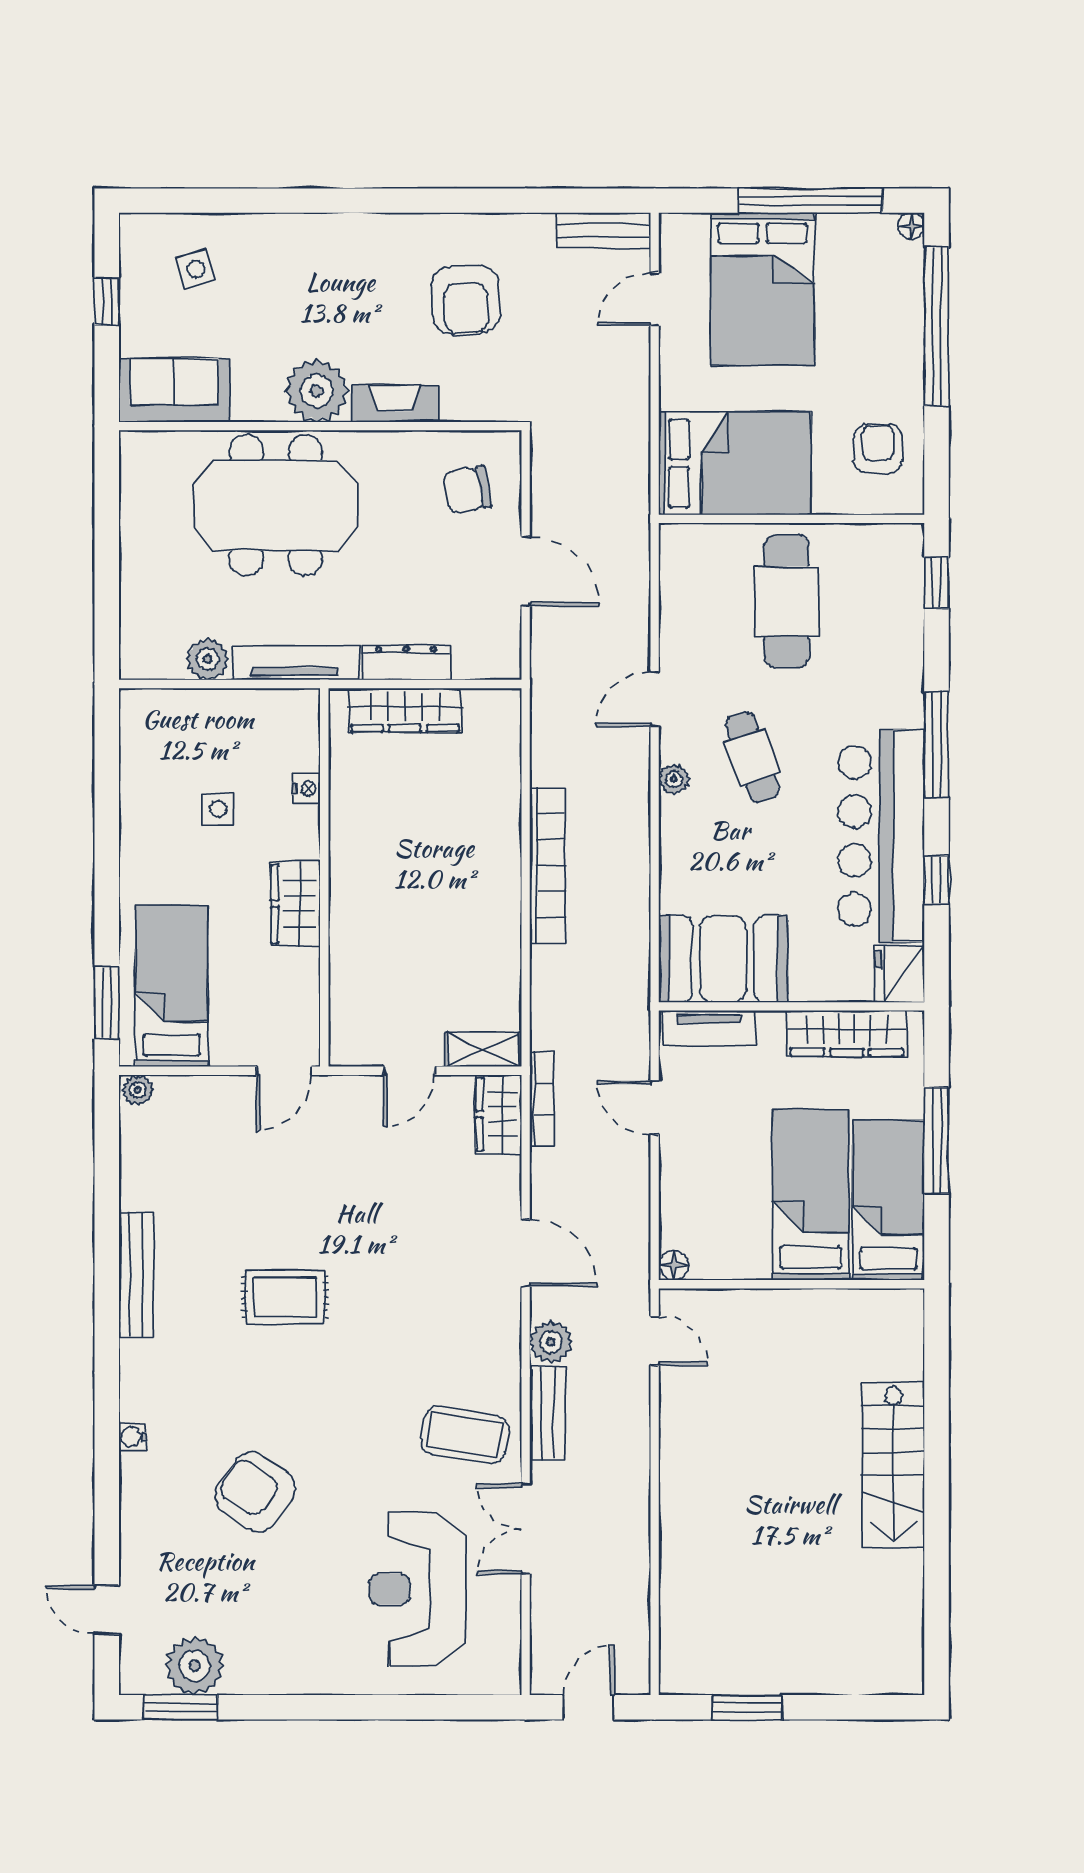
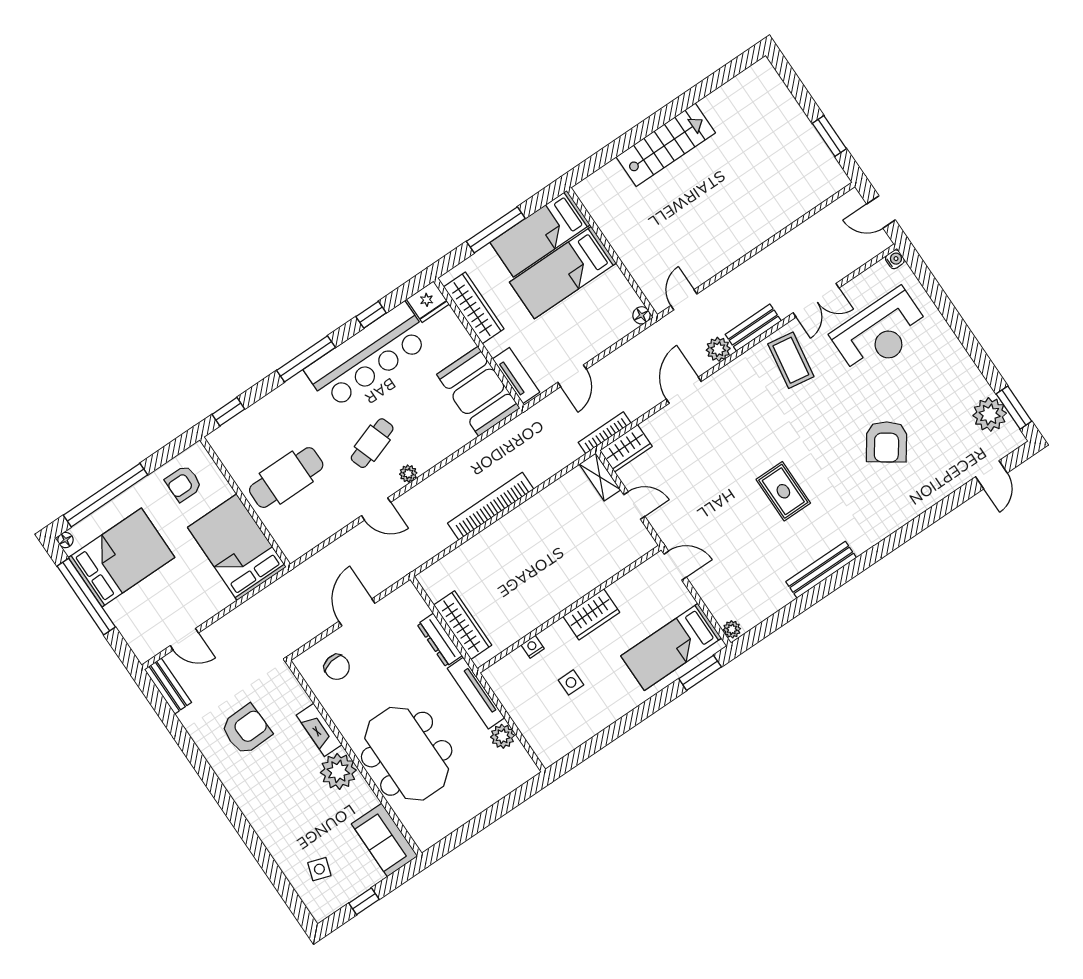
side table: (196, 269) -> (319, 869), turned 35
bed: (763, 289) -> (122, 557), moved
water cooler: (133, 1437) -> (895, 259), moved, turned -90

